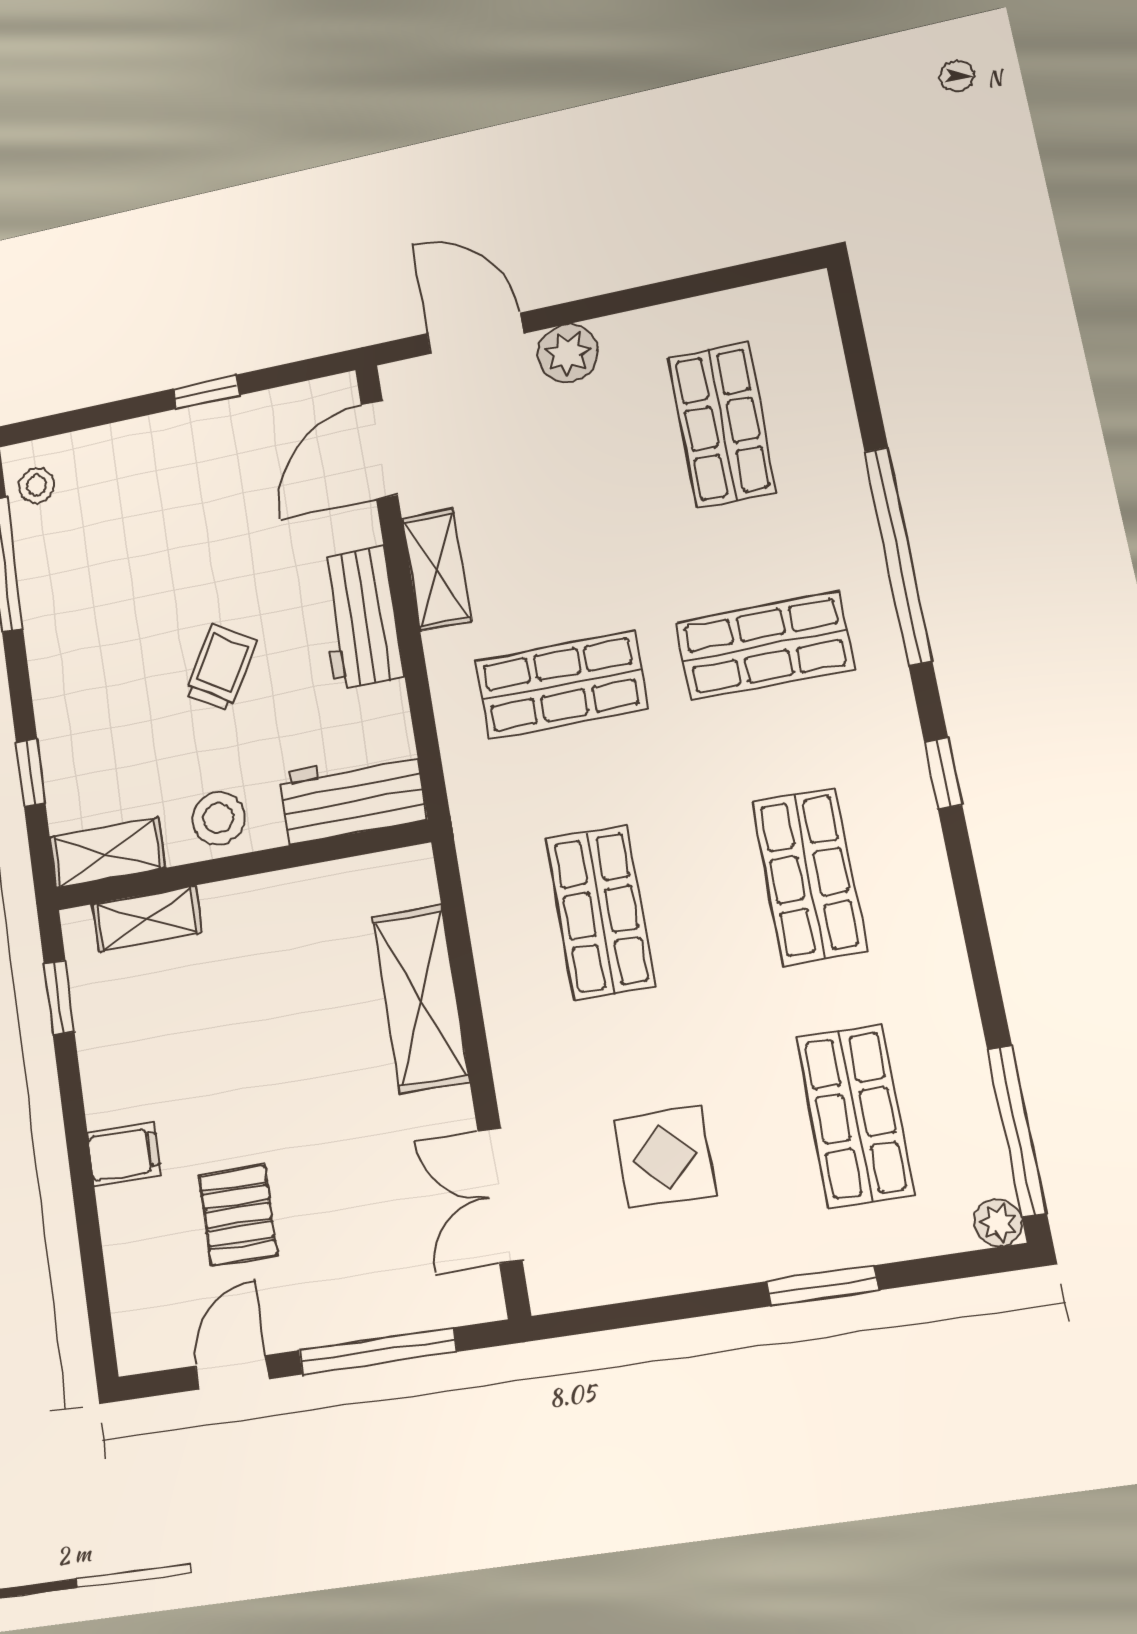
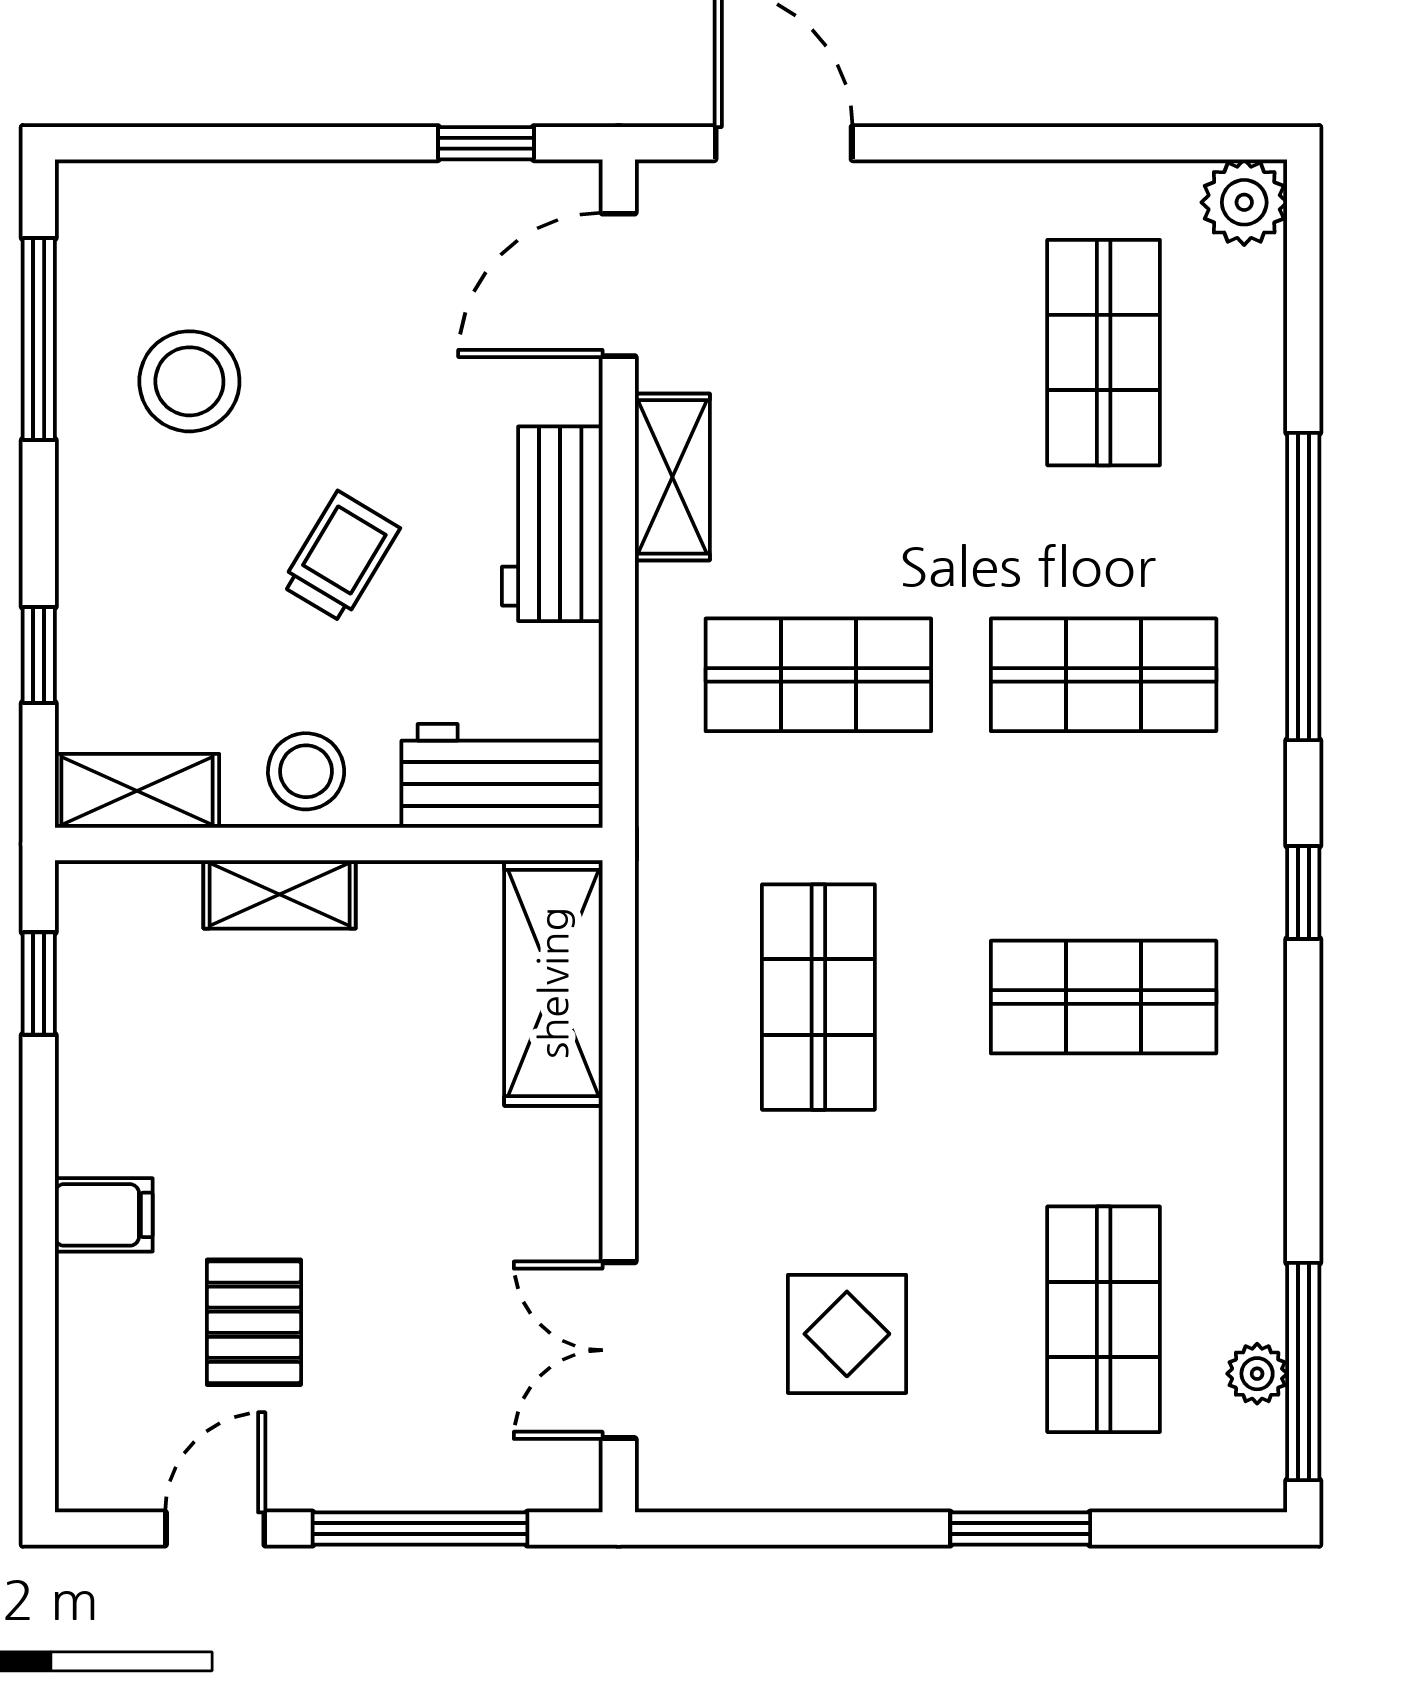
plant: (567, 353) -> (1244, 202), moved
window: (206, 392) -> (486, 143), moved
stool: (37, 485) -> (189, 381), moved, width x1.89, depth x1.89
shop shelf: (809, 876) -> (1104, 997), turned 90
shelving: (147, 918) -> (280, 894), moved
shelving: (421, 999) -> (553, 983), moved
plant: (998, 1223) -> (1257, 1374), moved

